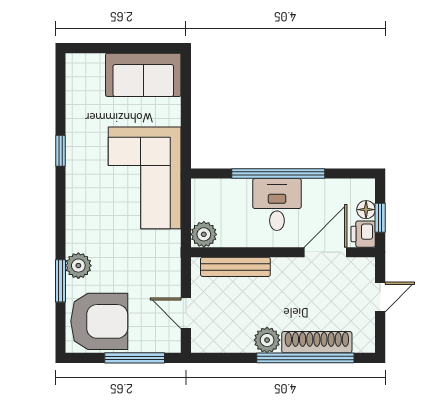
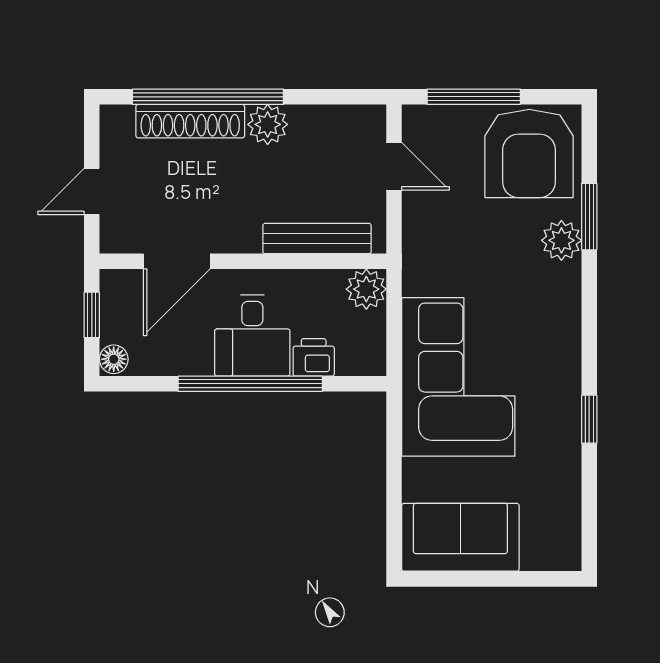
floor lamp: (366, 210) -> (114, 359), moved
printer: (363, 234) -> (314, 357), moved, turned -90
armchair: (99, 321) -> (529, 154), turned -90

